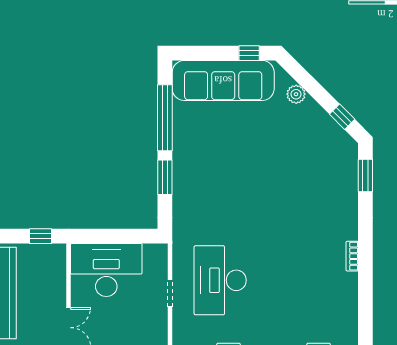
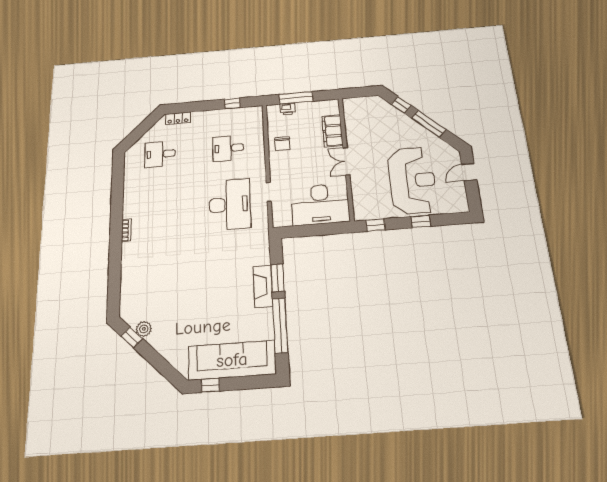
plant: (296, 94) -> (144, 329), moved
fireplace: (183, 168) -> (263, 286), added
window: (365, 175) -> (114, 292), removed

